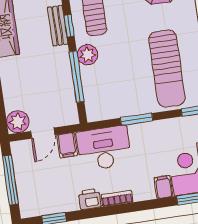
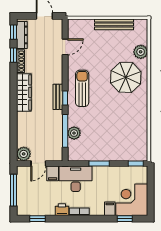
plant: (87, 55) -> (74, 133), moved
sun lounger: (167, 69) -> (123, 134), removed

